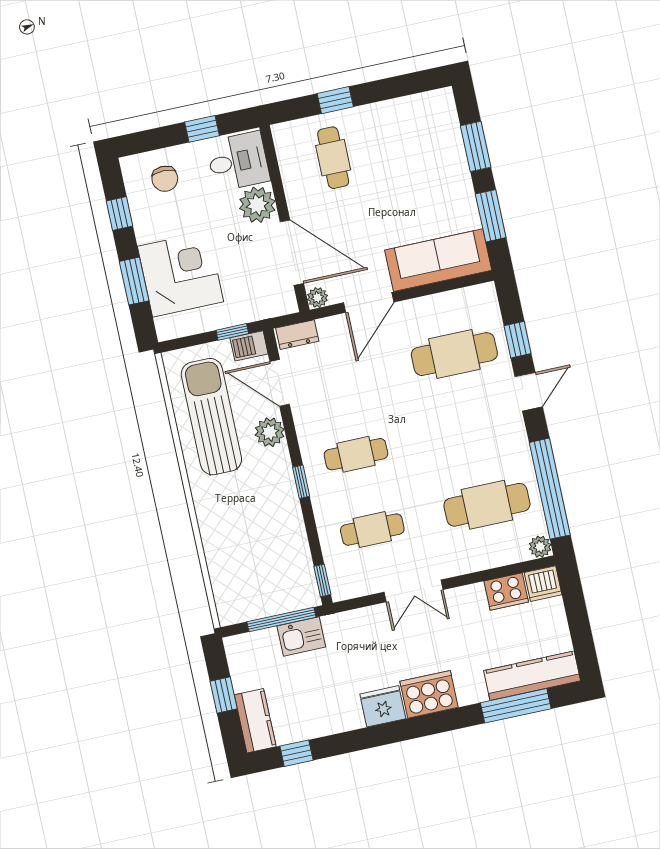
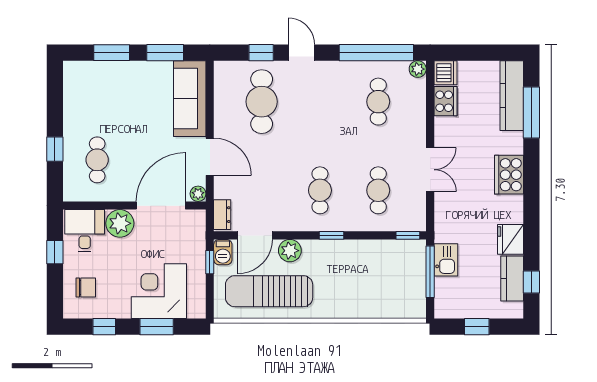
cafe table: (333, 158) -> (97, 160), turned 90
cafe table: (487, 505) -> (378, 102), width x0.73, depth x0.74
fridge: (383, 706) -> (511, 239), moved
kitchen counter: (255, 721) -> (512, 278), moved, turned -90

